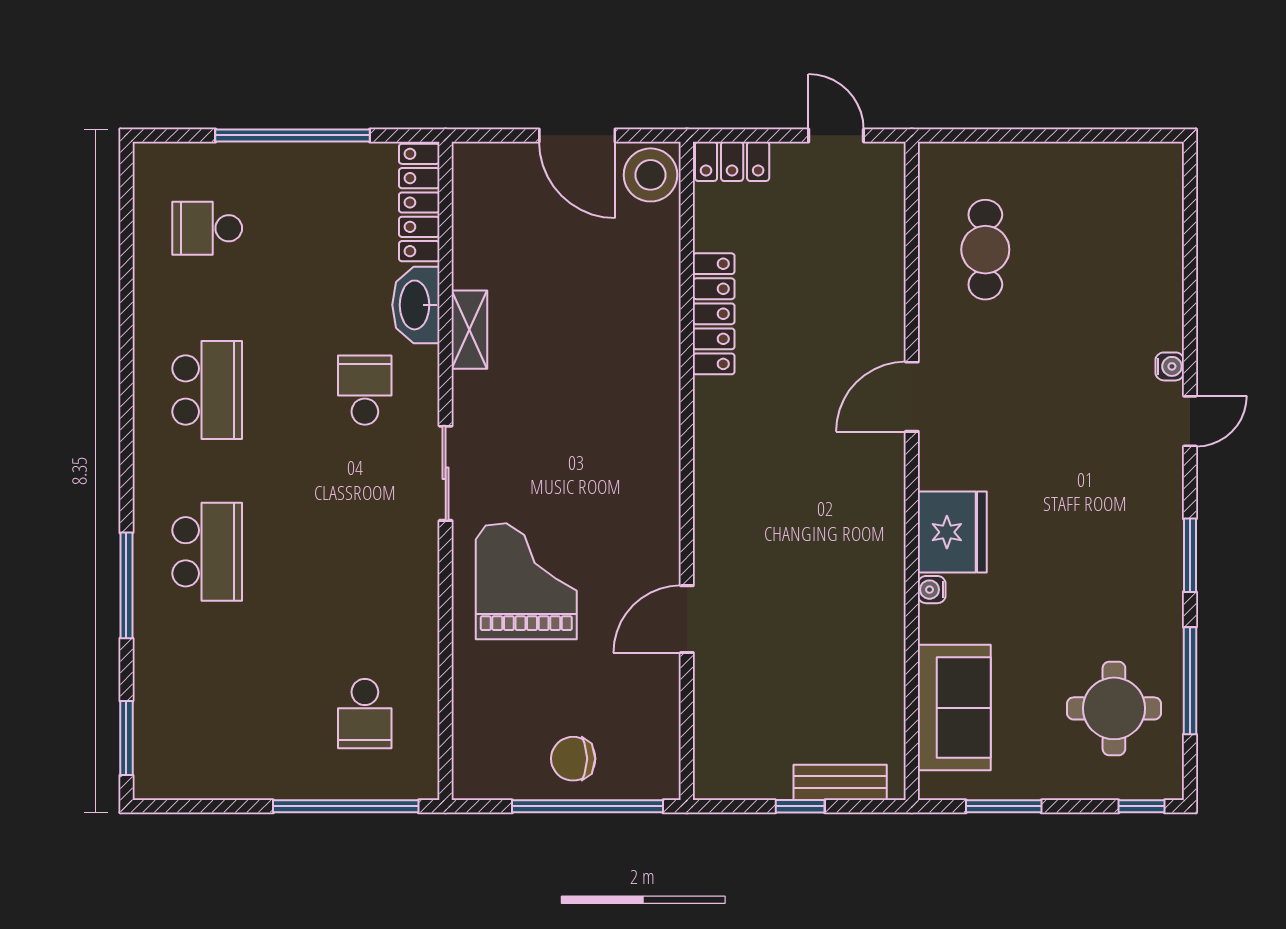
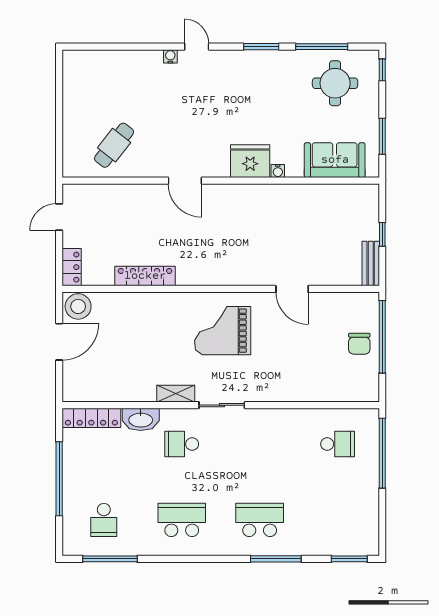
window: (126, 241) -> (110, 559), added
cafe table: (985, 250) -> (114, 145), turned -52
shelving: (469, 330) -> (176, 394), moved
grand piano: (526, 581) -> (223, 331), moved
bench: (840, 782) -> (371, 264), moved

